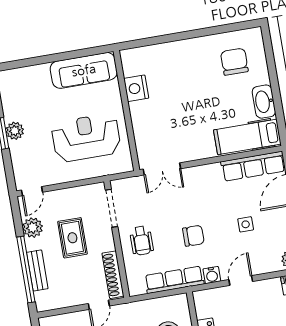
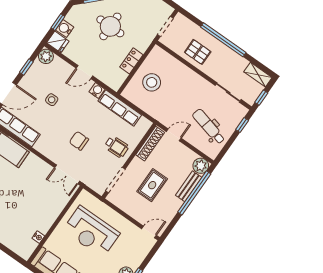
nightstand: (136, 88) -> (38, 237), width x0.53, depth x0.56
double door: (162, 169) -> (67, 174), swing flipped
plant: (33, 228) -> (201, 166), moved
chair: (193, 236) -> (79, 141), moved
wheelchair: (142, 241) -> (116, 147), turned 88

